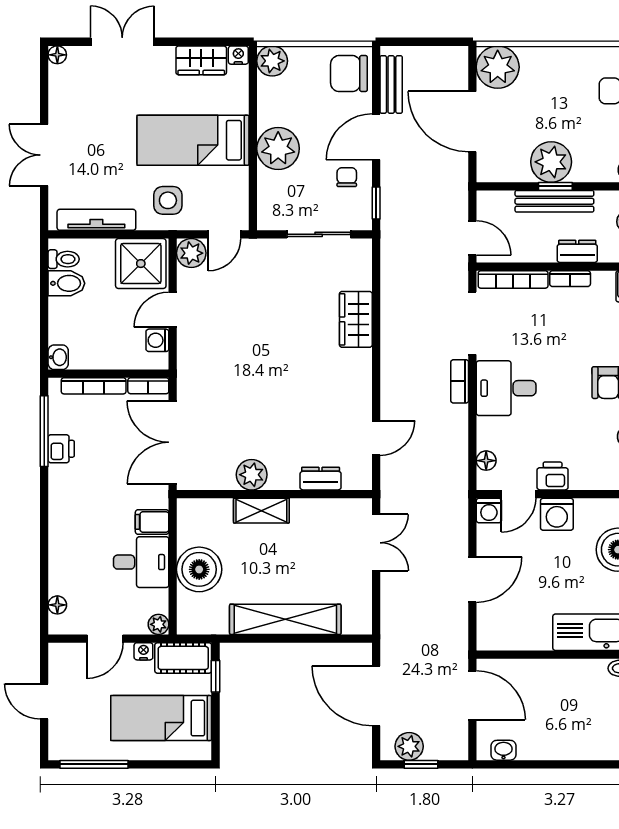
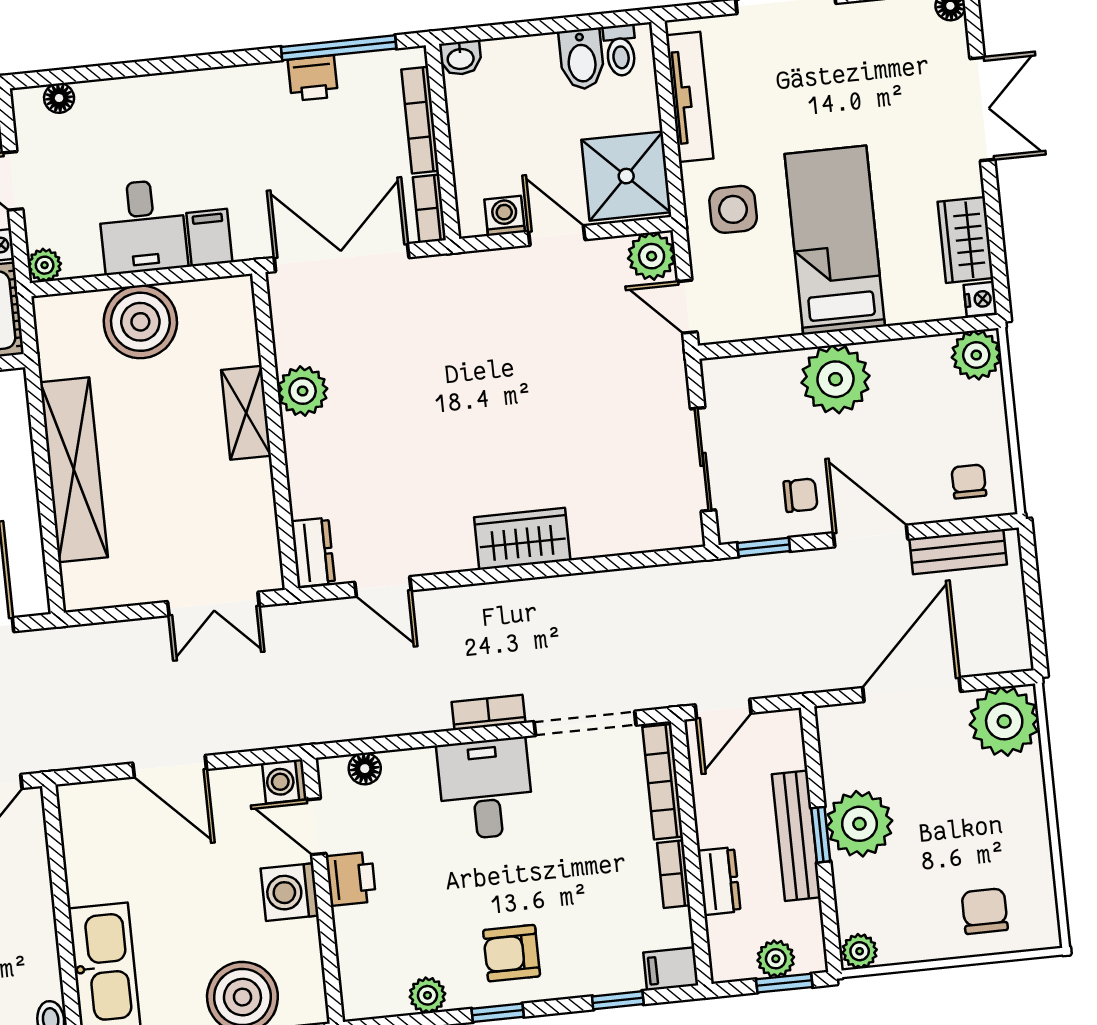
chair: (349, 74) -> (969, 481), width x0.54, depth x0.54
wardrobe: (356, 319) -> (522, 539), moved
dresser: (321, 479) -> (313, 552), moved

